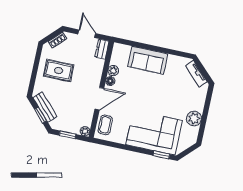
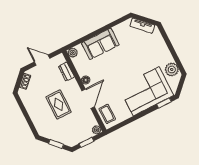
dresser: (102, 49) -> (66, 72), moved
rug: (59, 70) -> (59, 104), moved, turned 90
plant: (113, 71) -> (73, 53), moved
bench: (45, 107) -> (54, 136), removed
plant: (194, 119) -> (172, 70), moved

